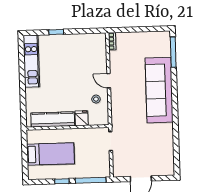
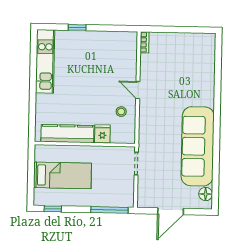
window: (173, 52) -> (218, 59), removed
sofa: (159, 90) -> (198, 146), moved
floor lamp: (169, 163) -> (206, 194), added
window: (62, 181) -> (53, 209), moved

